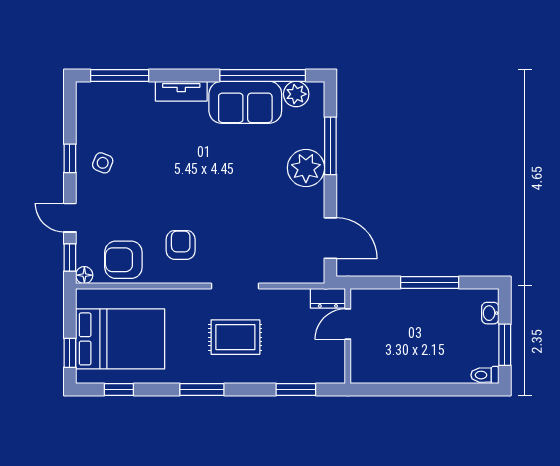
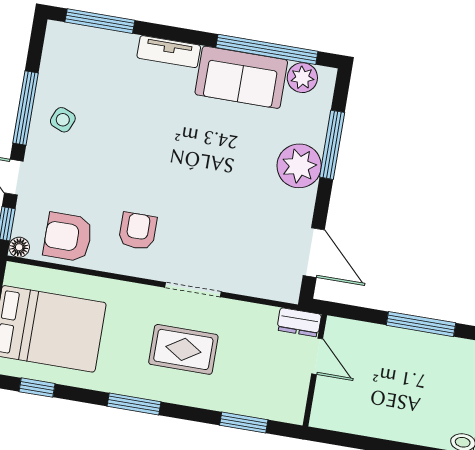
window: (70, 158) -> (25, 108), width x2.17
door: (348, 324) -> (317, 356), swing flipped

